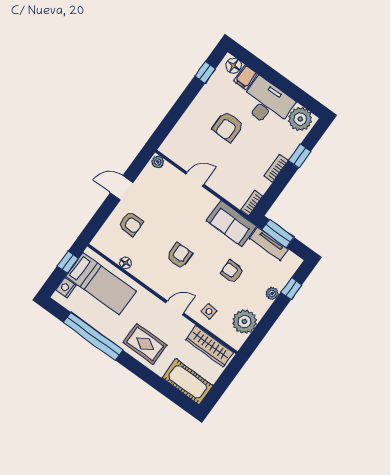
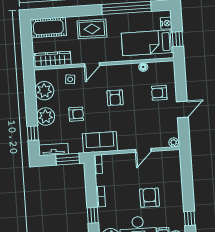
tv unit: (269, 244) -> (53, 150), moved
plant: (272, 293) -> (46, 116), width x1.87, depth x1.87

